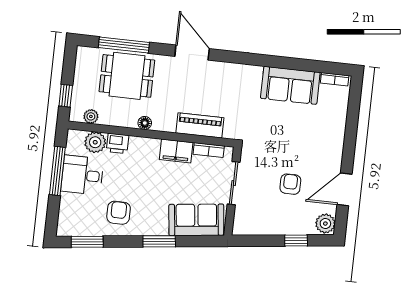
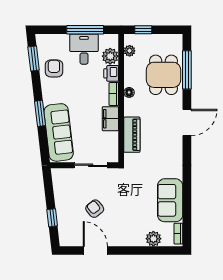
bookcase: (209, 150) -> (114, 94), moved
armchair: (290, 184) -> (95, 209), turned -129
armchair: (119, 213) -> (54, 68), moved, turned -90
sofa: (196, 220) -> (59, 132), width x1.36
plant: (325, 224) -> (153, 239), moved

